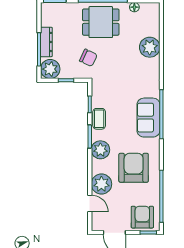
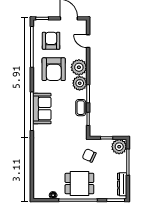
dresser: (46, 42) -> (122, 184), moved
plant: (150, 47) -> (41, 164), removed
plant: (101, 184) -> (79, 67), moved
armchair: (142, 217) -> (51, 41), moved, turned 180

